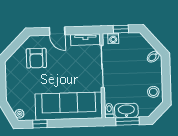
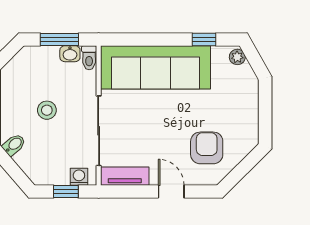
stool: (153, 92) -> (47, 110), moved
washbasin: (126, 110) -> (70, 54), width x0.52, depth x0.69

